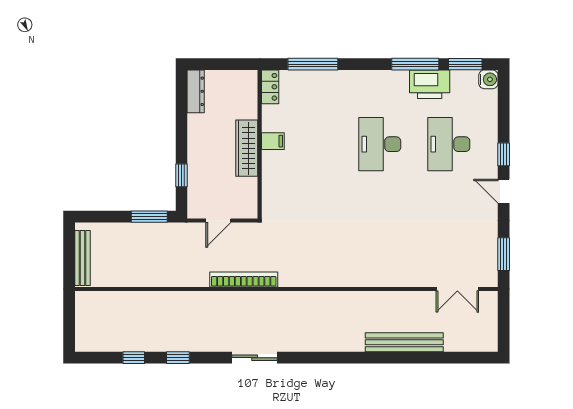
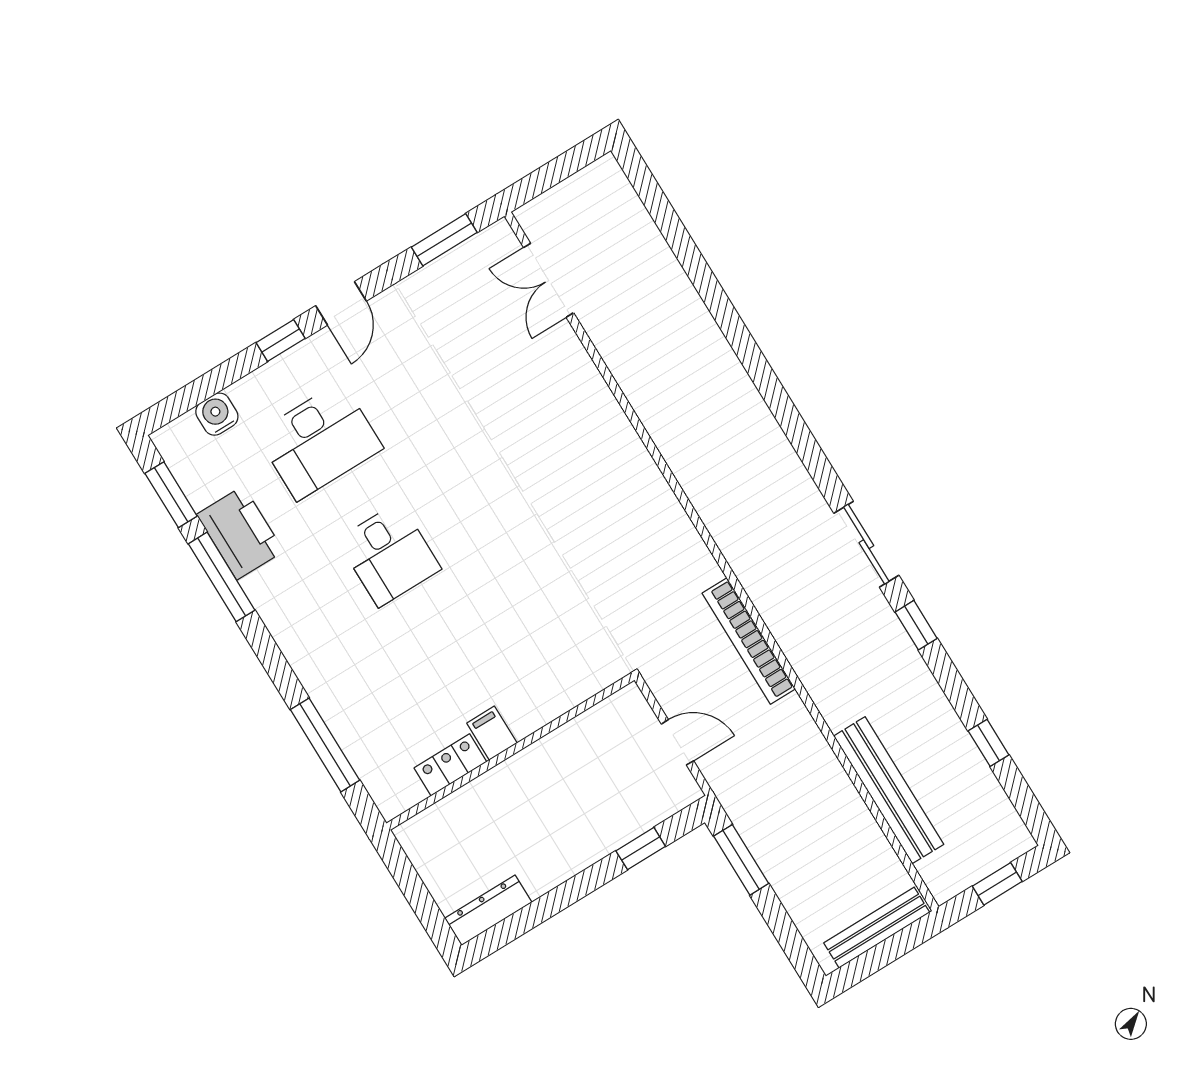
water cooler: (488, 79) -> (217, 414), moved
locker: (270, 87) -> (450, 765), moved
desk: (380, 144) -> (389, 554), width x0.73
wardrobe: (247, 148) -> (530, 769), removed
double door: (457, 289) -> (549, 280), swing flipped
window: (69, 323) -> (997, 884), added
bench: (404, 342) -> (889, 790), moved
window: (178, 358) -> (916, 625), moved

